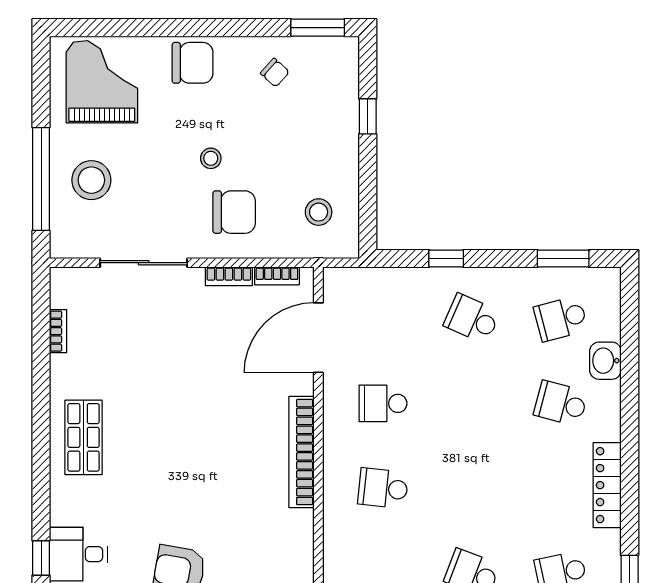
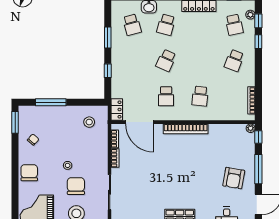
window: (368, 116) -> (51, 102), width x2.17
chair: (234, 212) -> (76, 186), moved
window: (563, 259) -> (108, 38), moved
locker: (350, 281) -> (117, 109), added
school desk: (472, 319) -> (166, 60), moved

